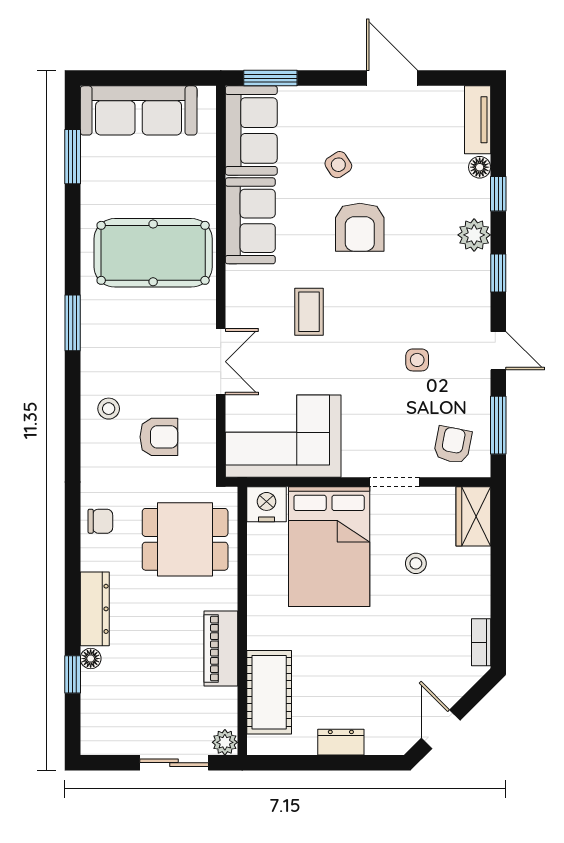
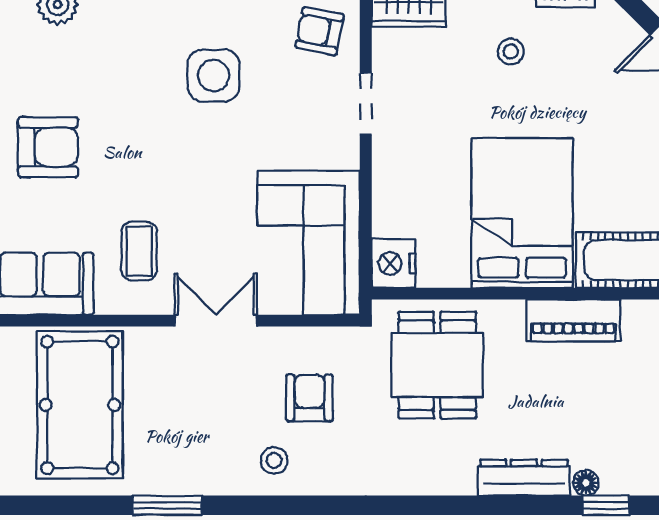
coffee table: (309, 312) -> (139, 251), moved, turned 90
side table: (417, 360) -> (213, 76), width x1.87, depth x1.87
chair: (100, 521) -> (415, 471), removed
bed: (329, 547) -> (522, 213), moved, turned -90
stool: (416, 563) -> (511, 51), moved

